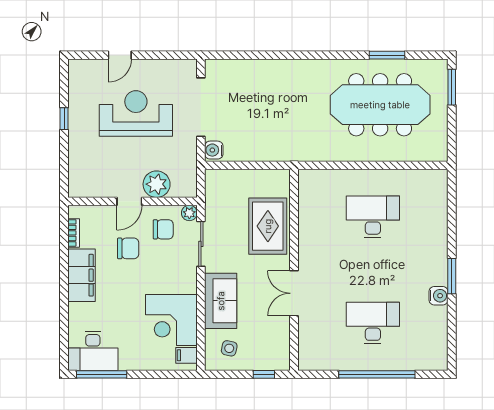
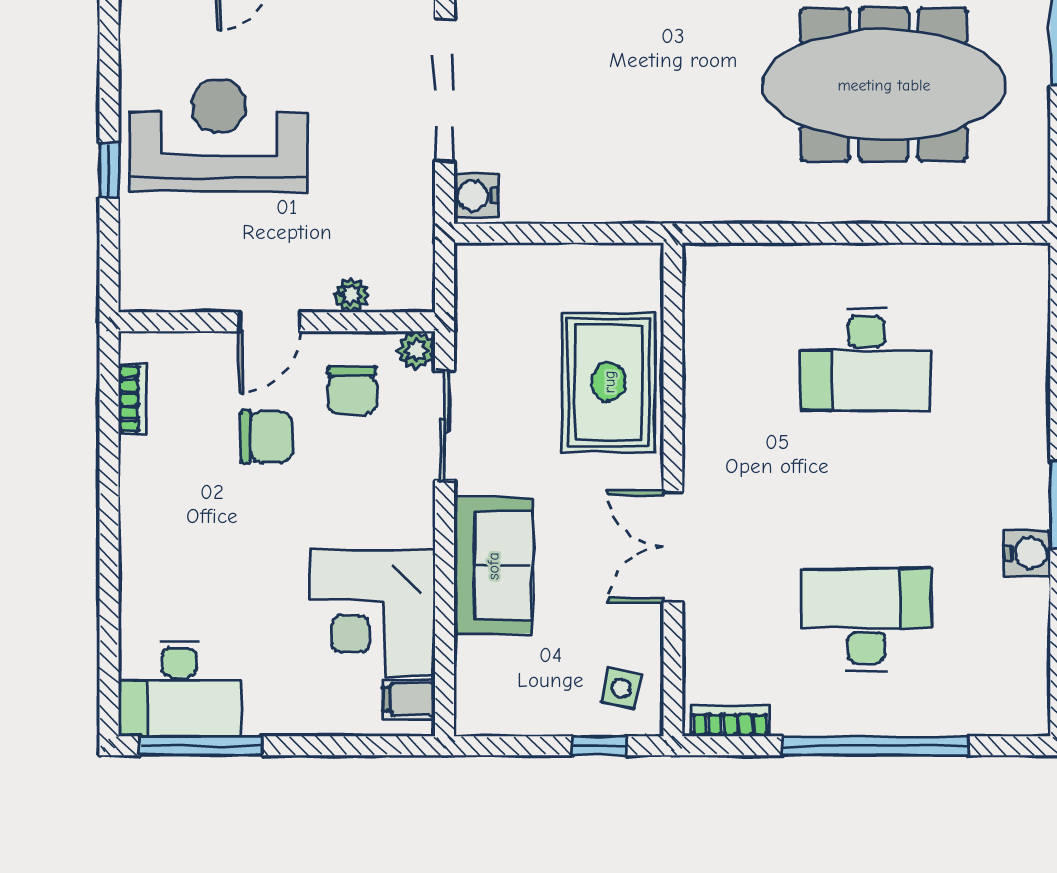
reception desk: (136, 114) -> (219, 135), moved
window: (64, 119) -> (109, 170), moved
plant: (157, 184) -> (351, 295), width x0.53, depth x0.53
desk: (373, 217) -> (866, 359), turned 180
chair: (163, 229) -> (352, 390), turned 90
filing cabinet: (82, 275) -> (152, 503), removed
side table: (229, 348) -> (621, 688), moved
bookcase: (317, 364) -> (730, 721), added

